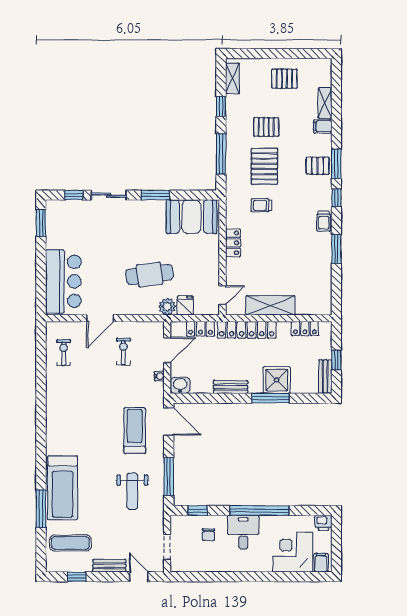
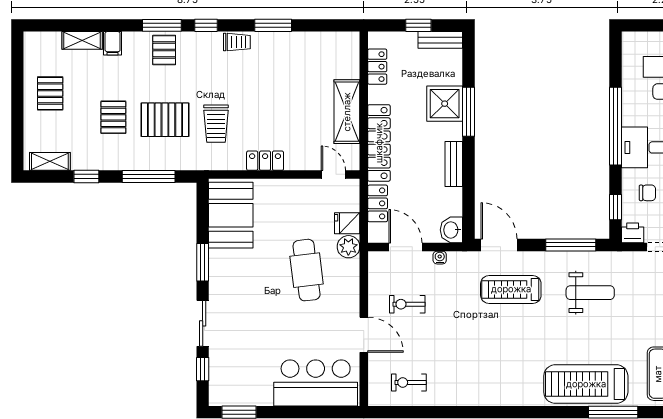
trolley: (261, 205) -> (216, 124), width x1.36, depth x1.39
door: (169, 421) -> (499, 245), hinge flipped
treadmill: (62, 488) -> (586, 384), turned 180
printer: (323, 523) -> (633, 233), moved, turned -90

